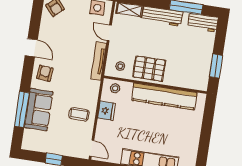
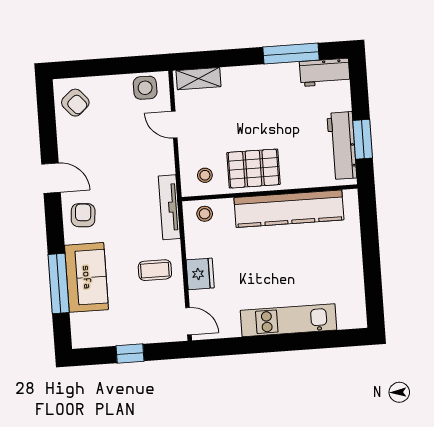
workbench: (162, 16) -> (342, 146), moved, turned 90
tv unit: (98, 61) -> (169, 207), moved
fridge: (106, 111) -> (200, 274), moved

